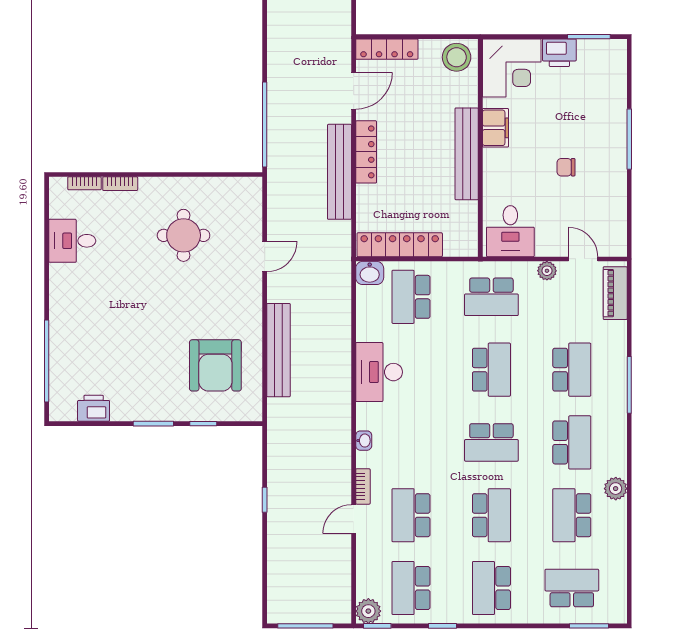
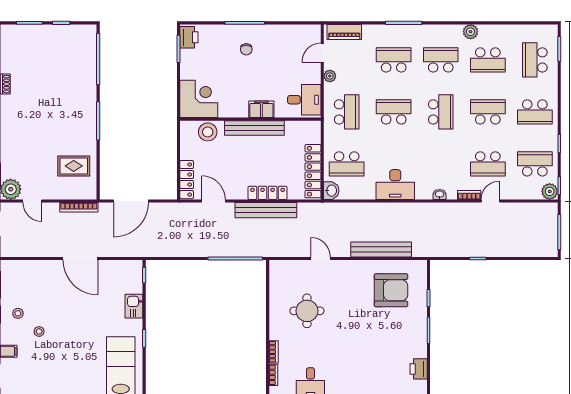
printer: (559, 53) -> (189, 37), moved
stool: (457, 57) -> (208, 132), moved
filing cabinet: (495, 128) -> (261, 109), moved
locker: (366, 152) -> (268, 193), moved
chair: (566, 167) -> (246, 49), moved
door: (354, 519) -> (490, 201), swing flipped
school desk: (411, 588) -> (535, 164), turned 180

